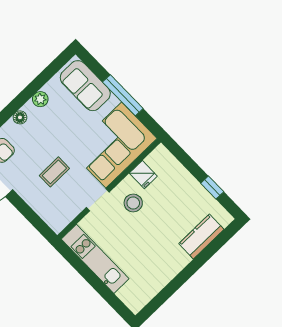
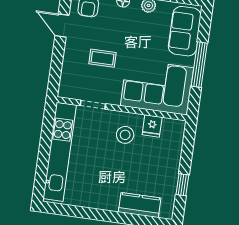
doorway: (98, 200) -> (93, 105), moved
kitchen unit: (95, 259) -> (60, 152), width x1.36

